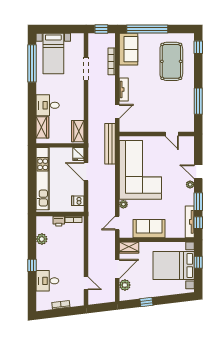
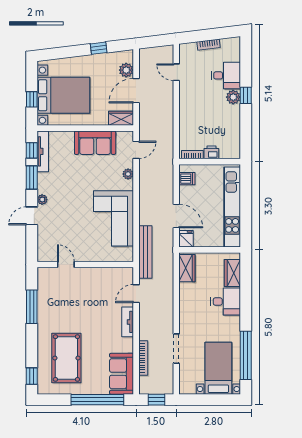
corner sofa: (140, 170) -> (114, 218), width x0.73, depth x0.74
door: (198, 172) -> (32, 216), swing flipped
plant: (42, 239) -> (233, 97), moved

